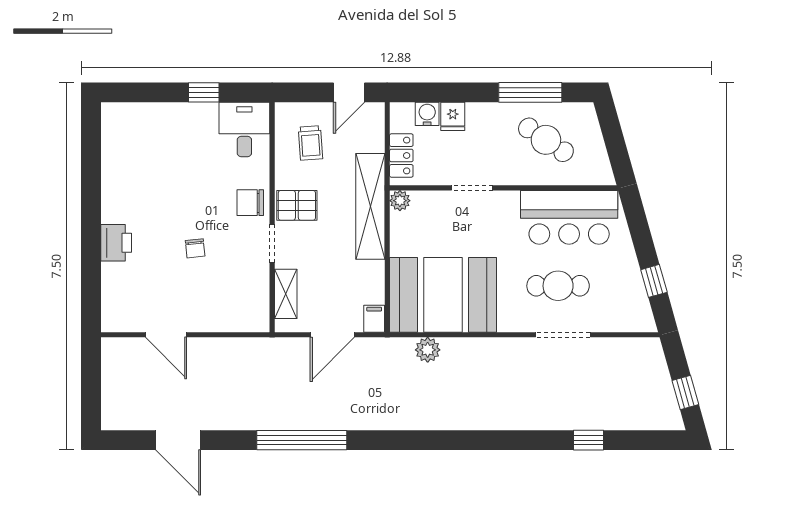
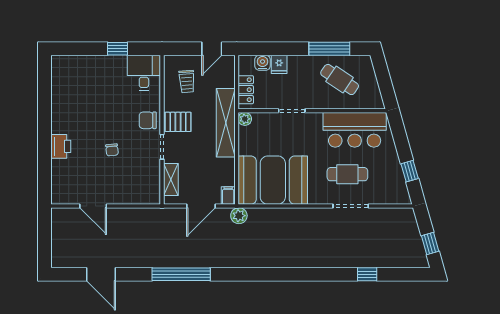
plant: (428, 350) -> (239, 216), moved

